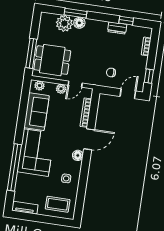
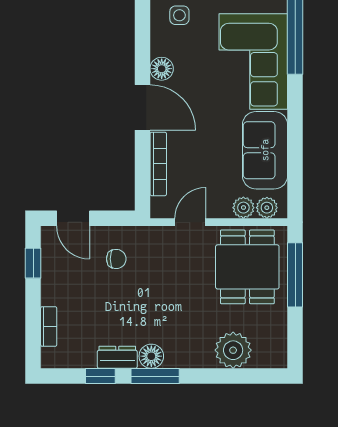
window: (76, 13) -> (155, 376), moved
floor lamp: (79, 23) -> (151, 356), moved
dining table: (52, 60) -> (247, 267), turned 90
plant: (61, 89) -> (243, 208), moved
door: (128, 94) -> (73, 218), hinge flipped
door: (89, 139) -> (142, 107), swing flipped

